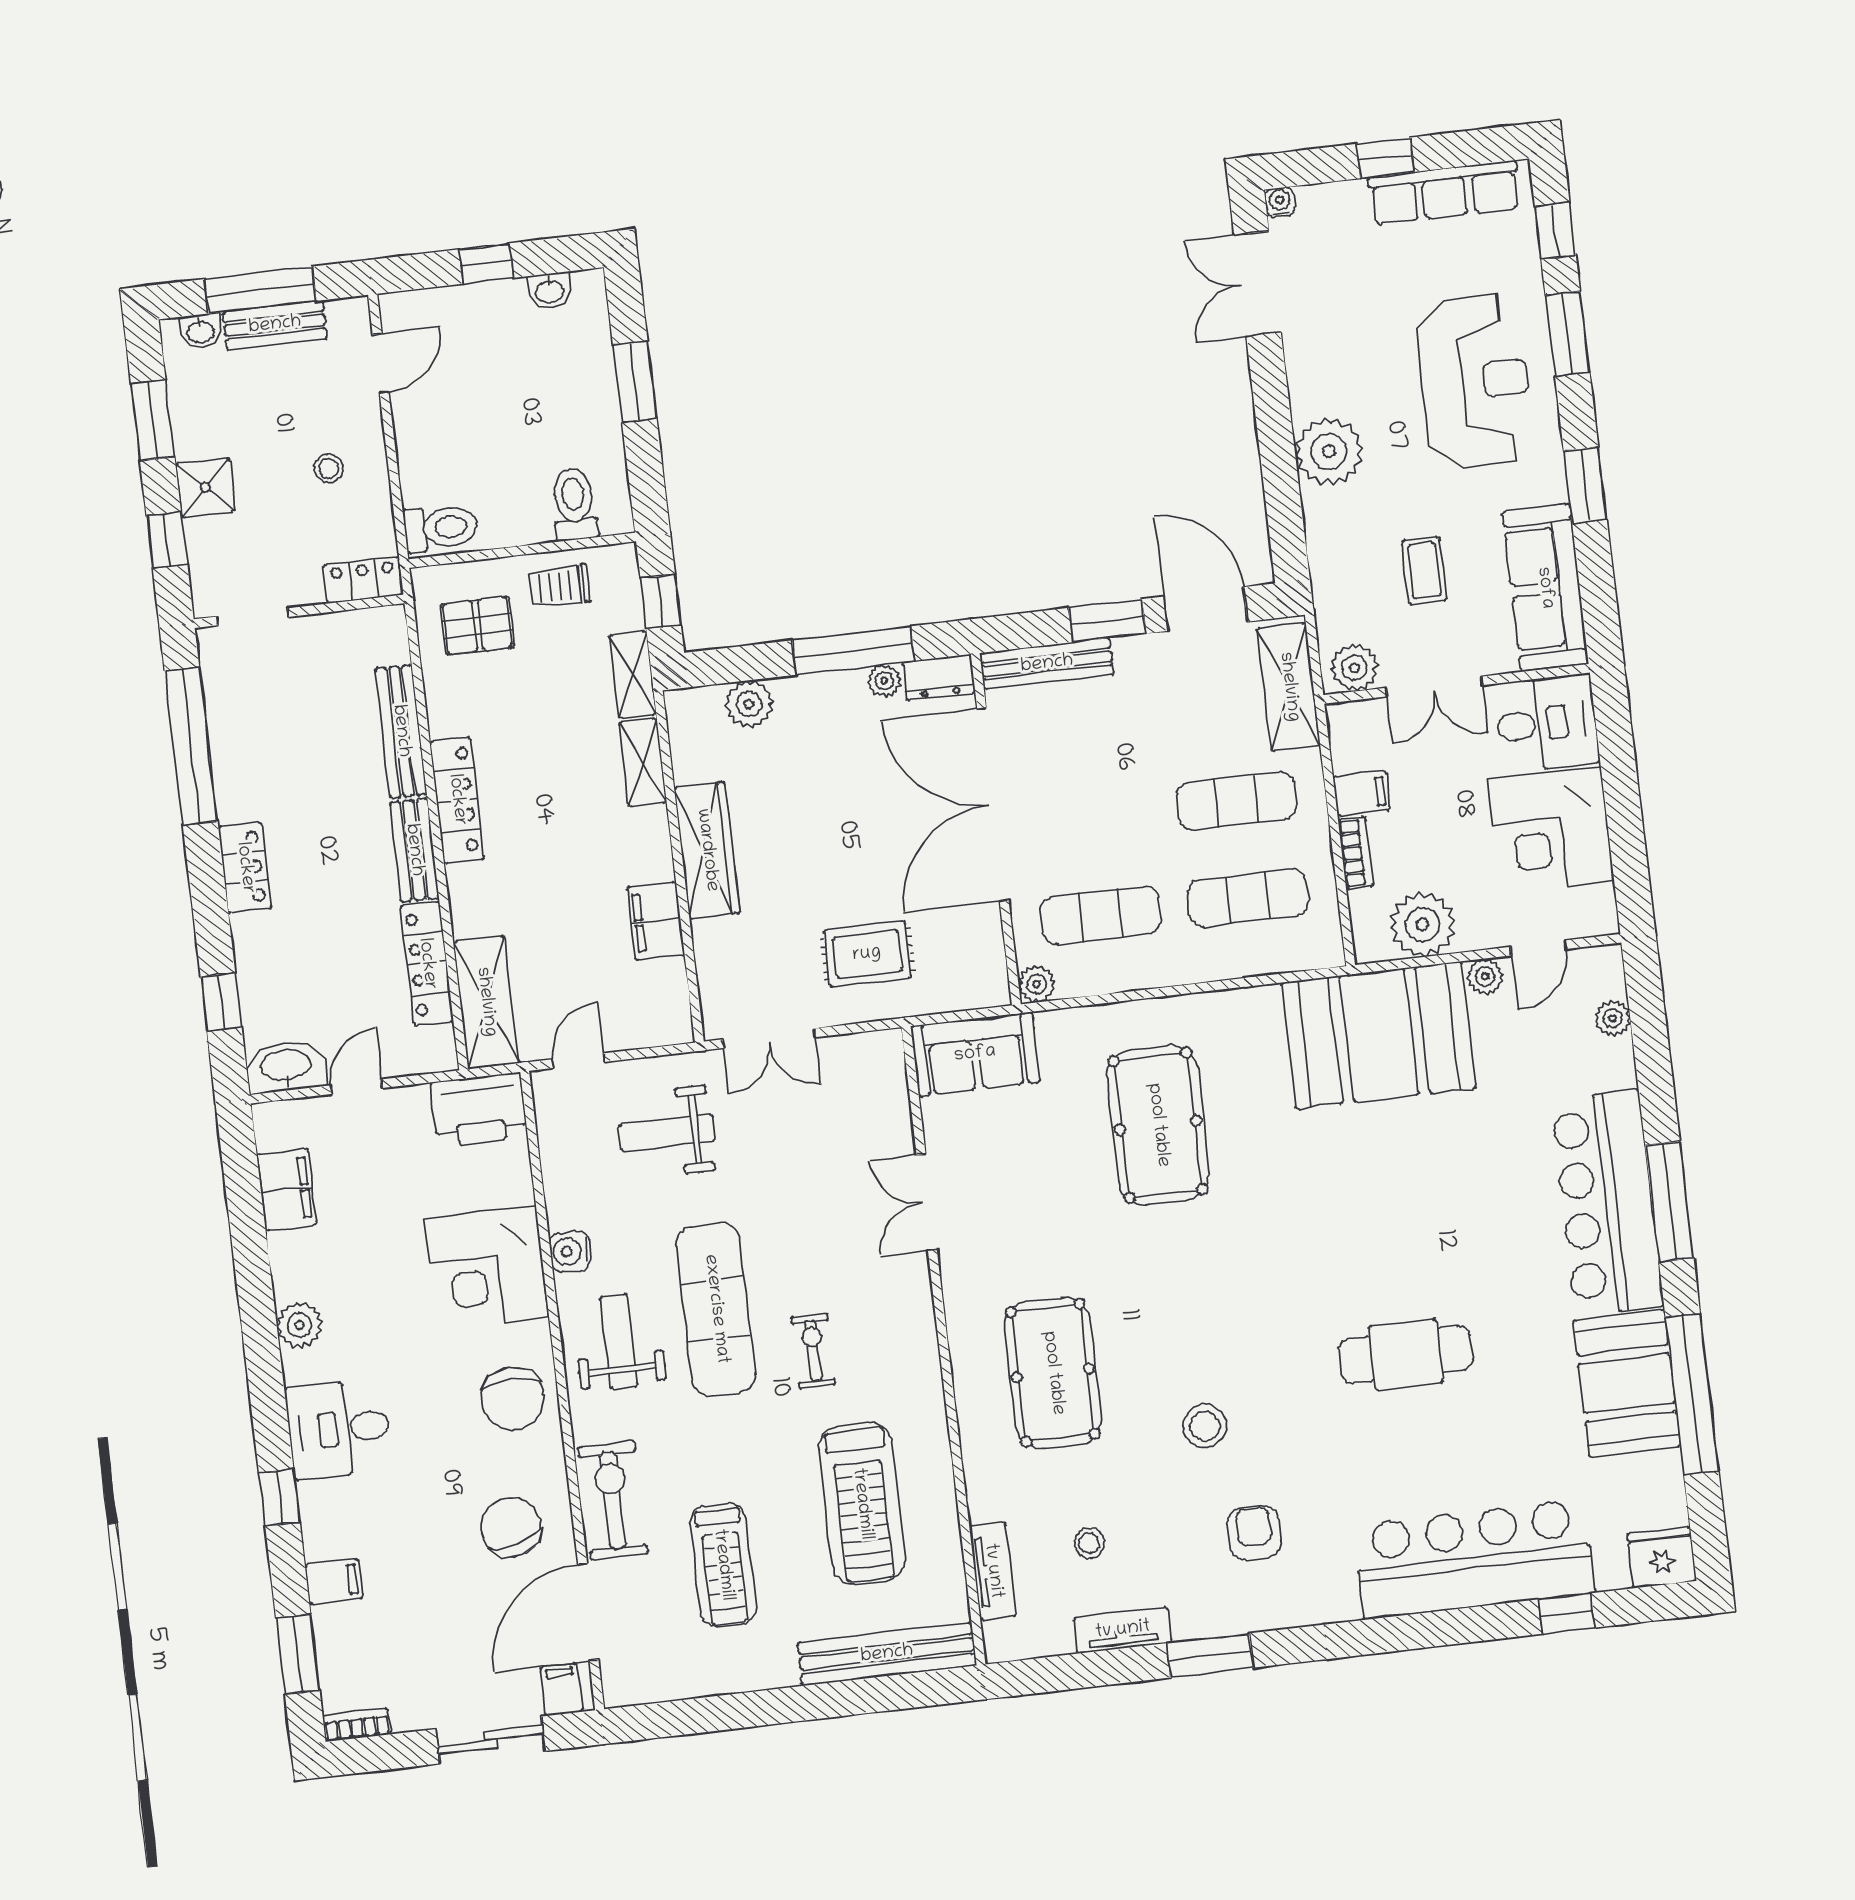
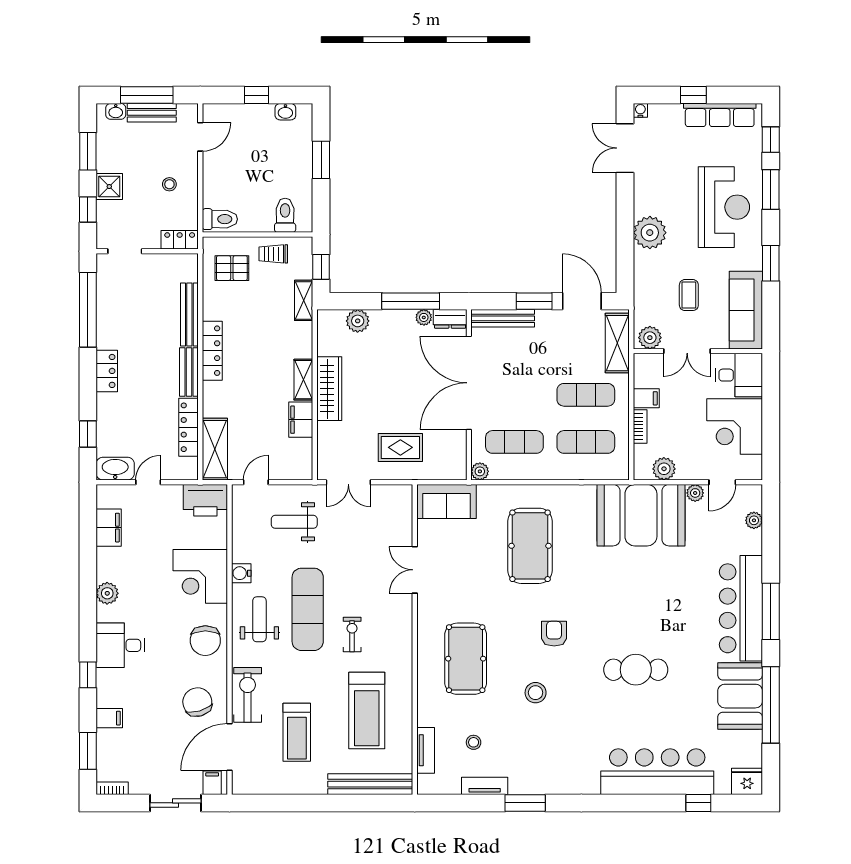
shelving: (643, 762) -> (303, 380), moved
plant: (1423, 925) -> (664, 469), width x0.73, depth x0.73
armchair: (1254, 1533) -> (554, 634), moved

